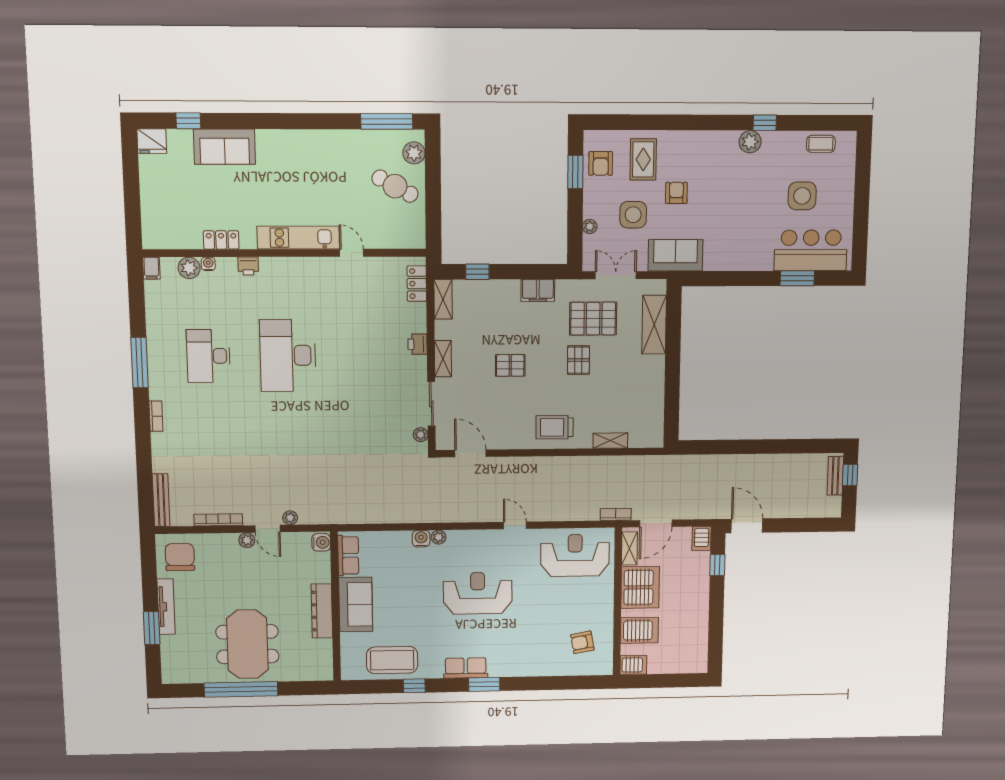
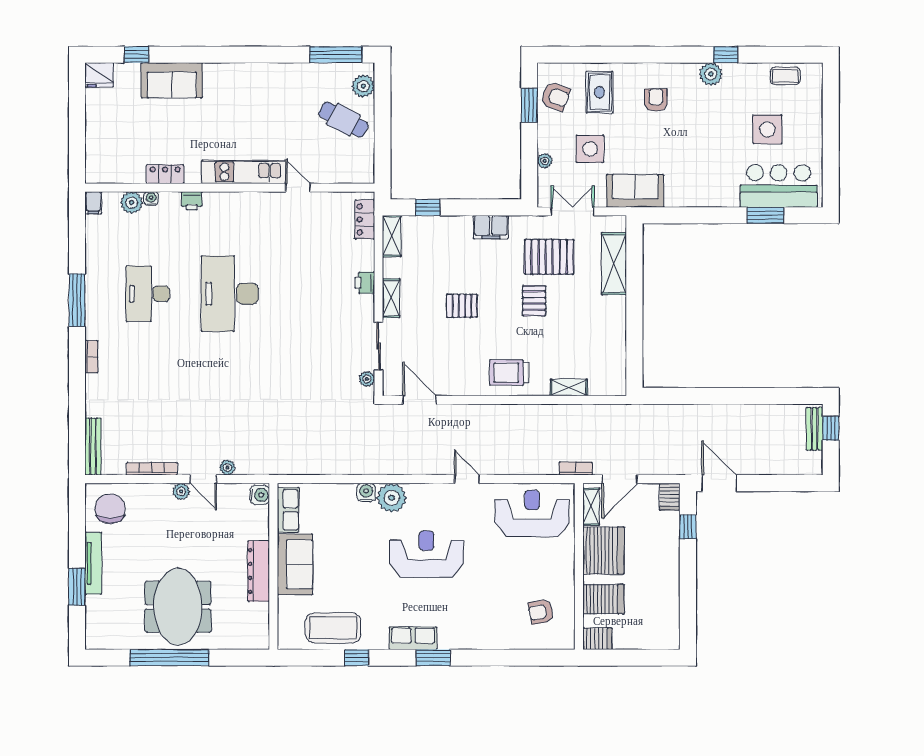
armchair: (601, 163) -> (555, 96), turned -70
armchair: (676, 193) -> (656, 100), moved
plant: (439, 537) -> (392, 498), width x1.88, depth x1.88

